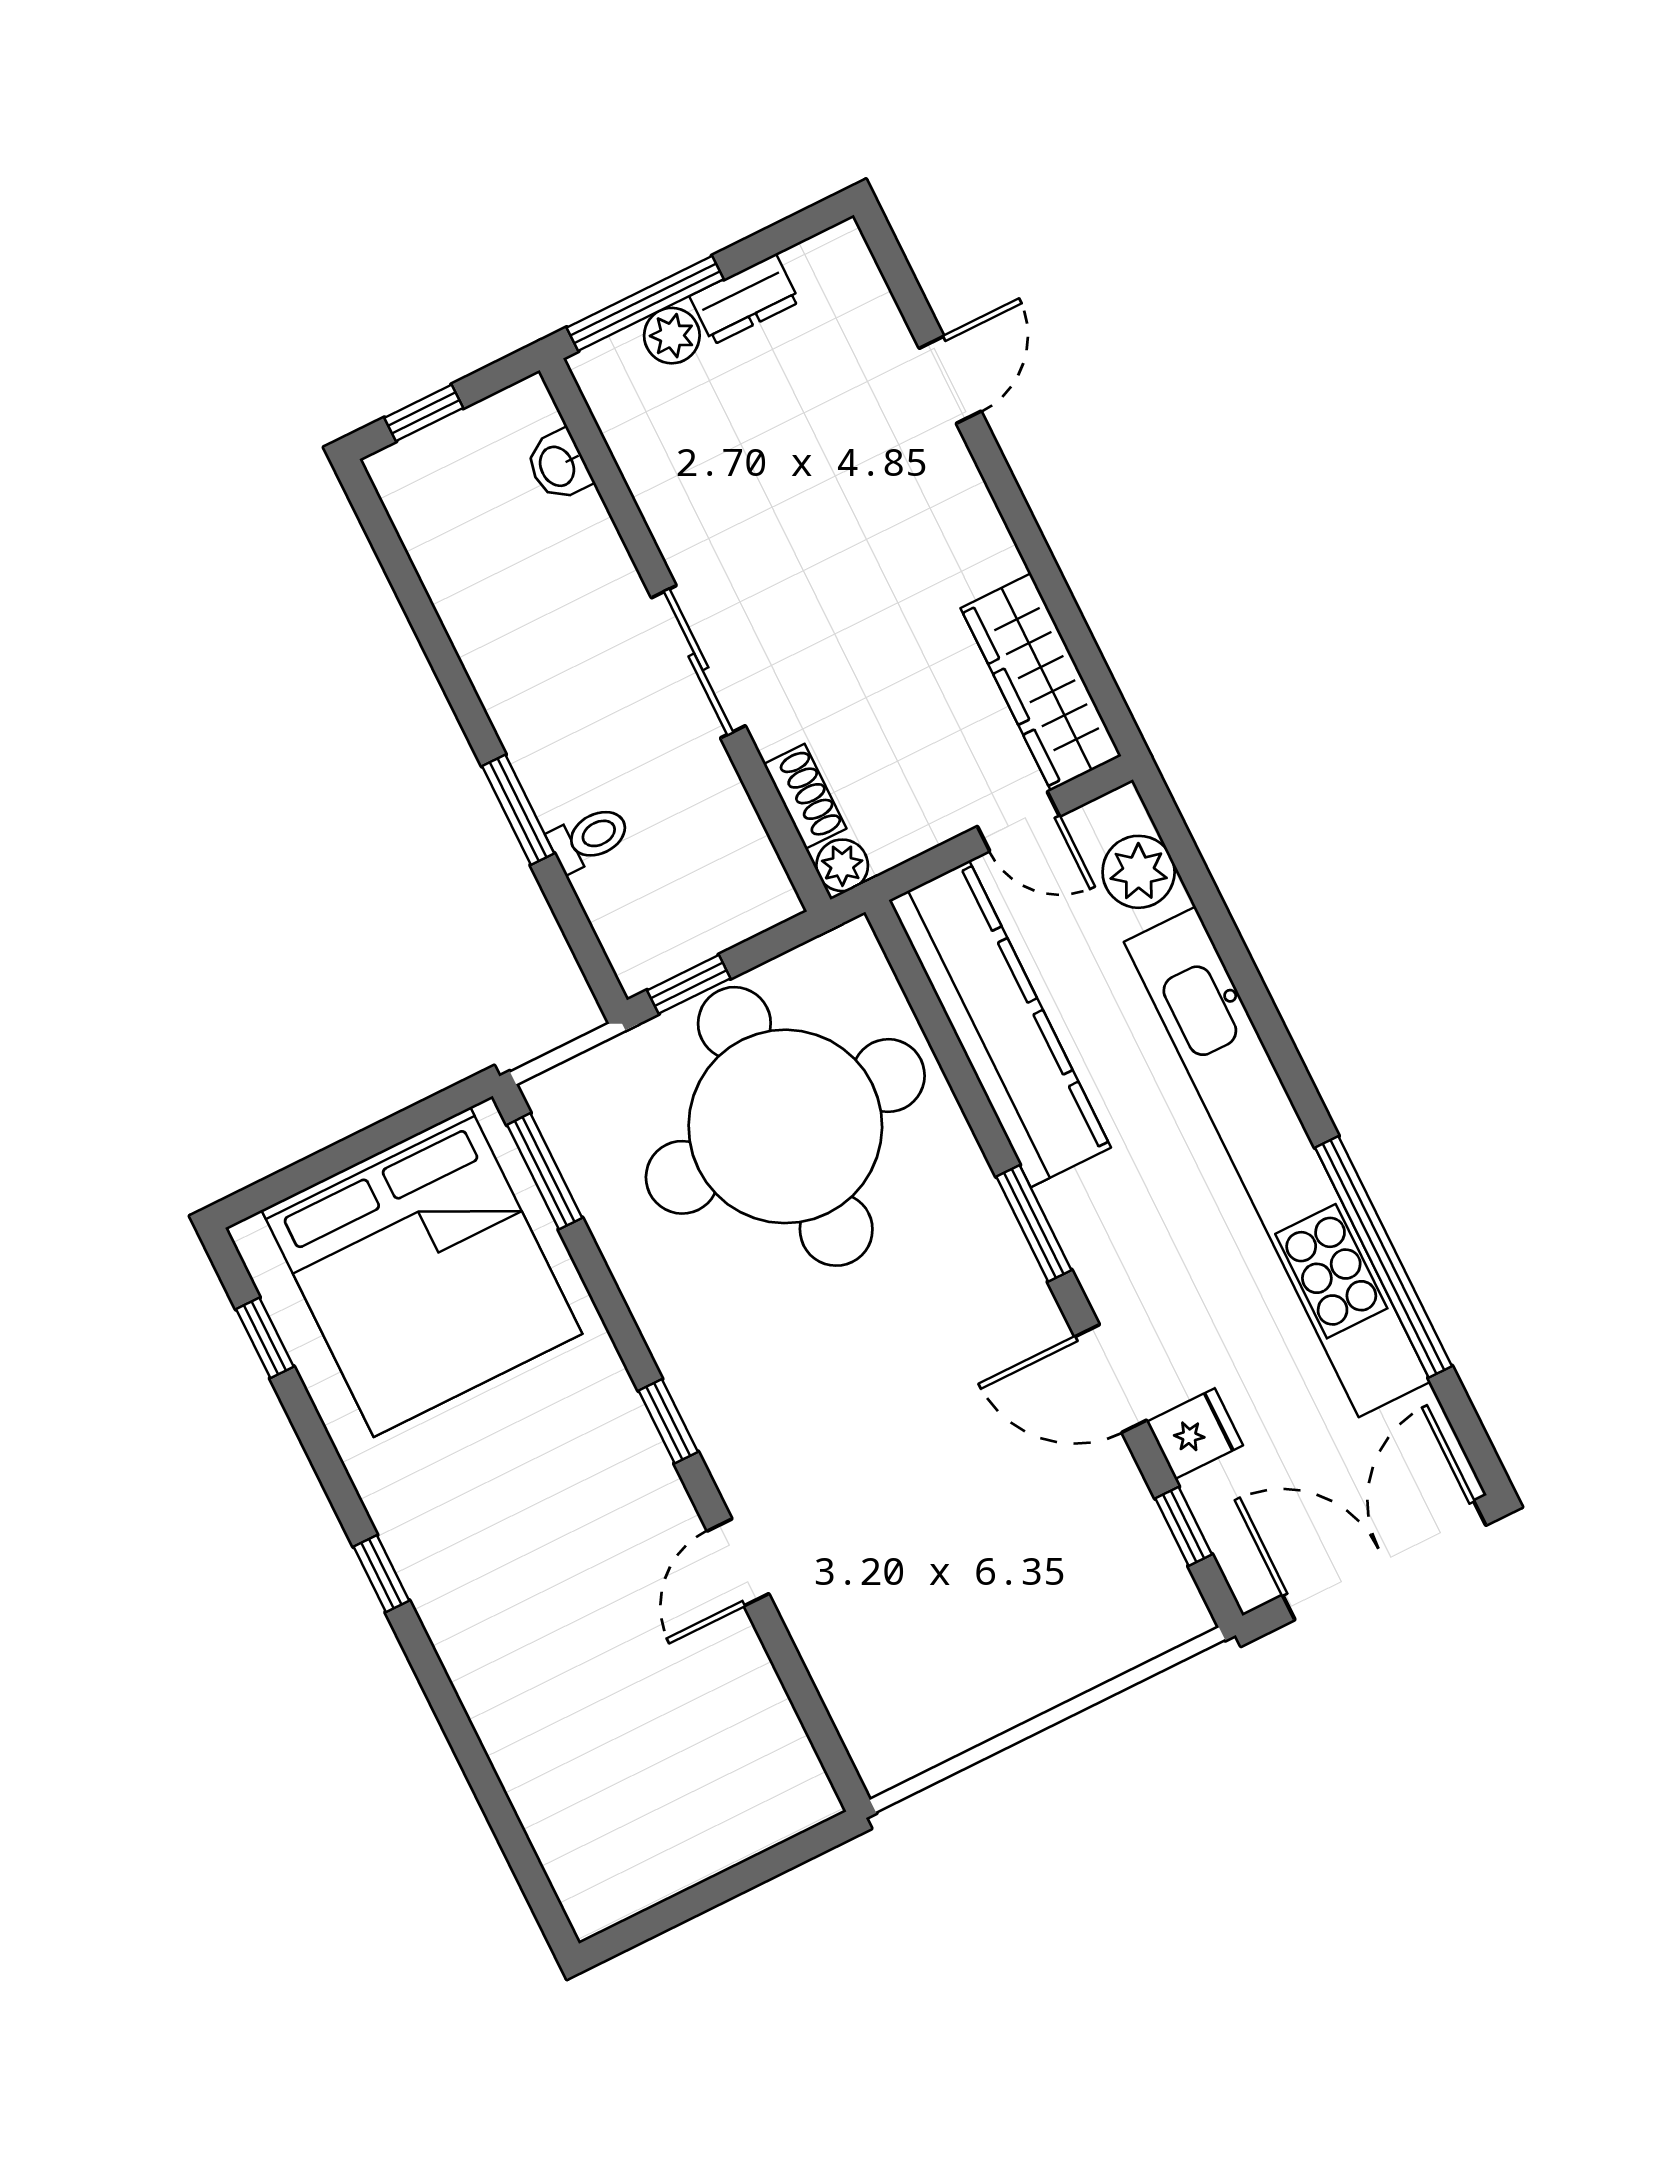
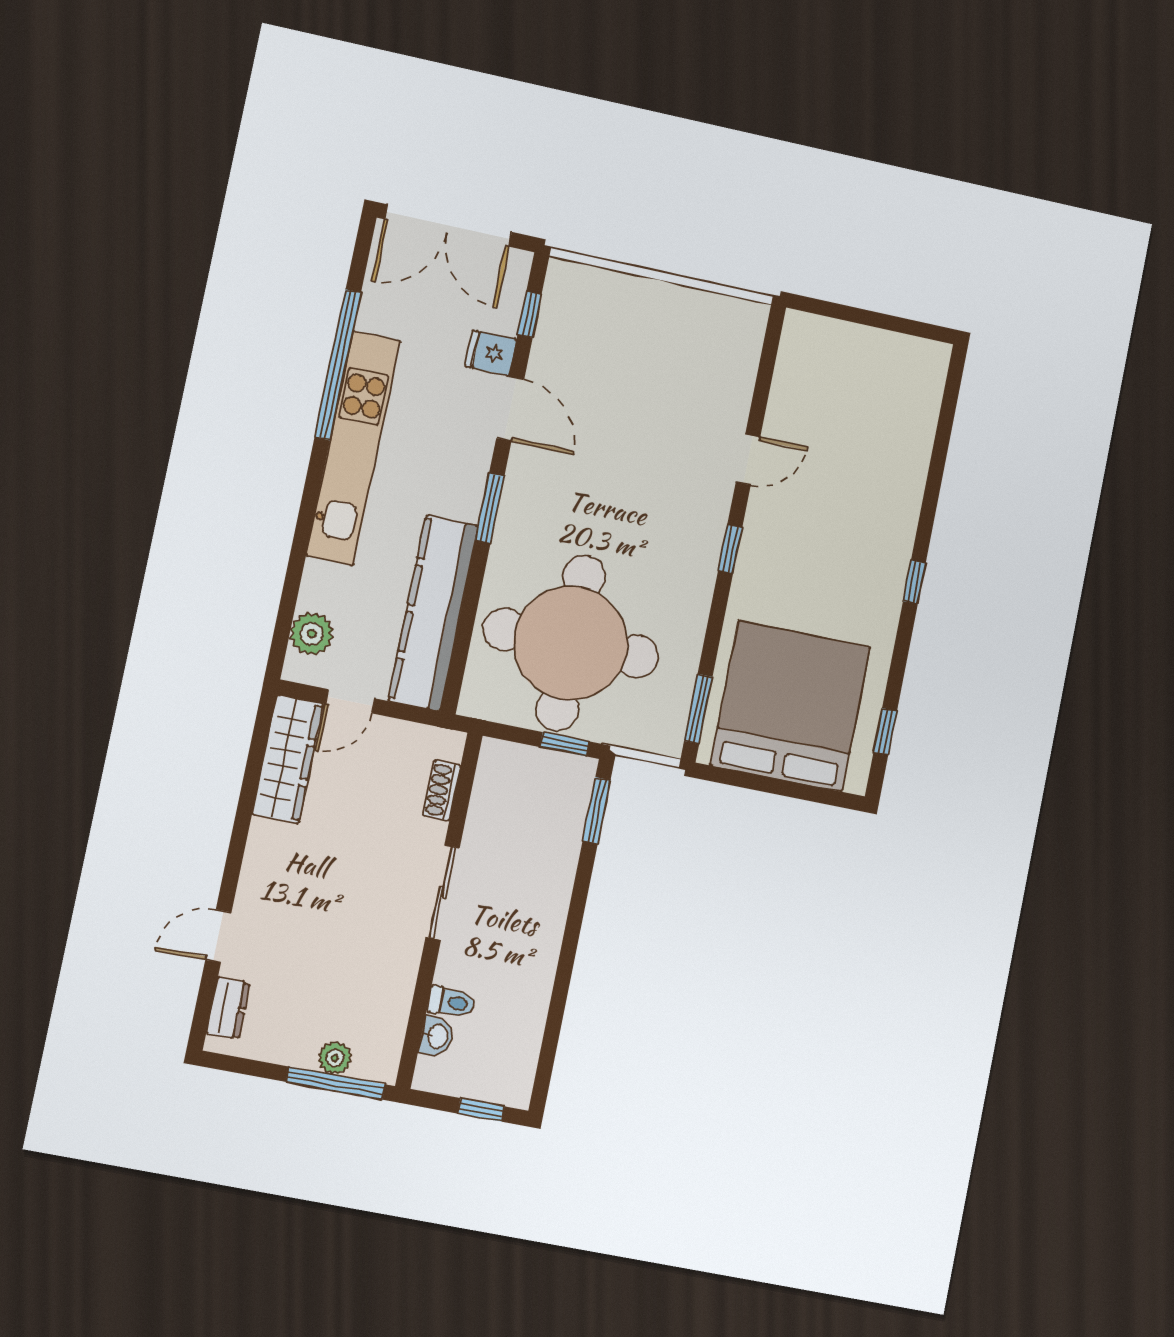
dresser: (744, 299) -> (228, 1008), moved, turned 90
window: (518, 810) -> (597, 811), moved
door: (1019, 821) -> (350, 701), swing flipped
toilet: (589, 838) -> (451, 1002), moved, turned 180
plant: (842, 865) -> (449, 745), removed
kitchen unit: (1277, 1162) -> (353, 448), width x0.73

